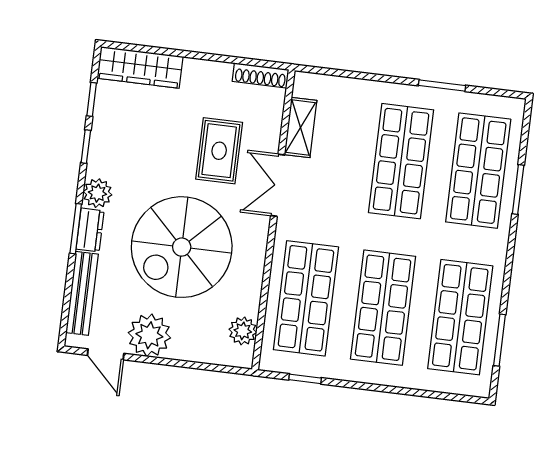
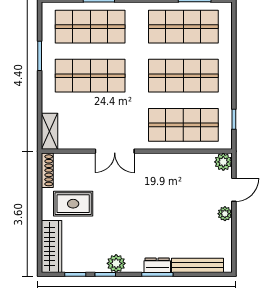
shelving: (301, 128) -> (49, 131), moved, turned 90
rug: (219, 151) -> (73, 204), moved
plant: (97, 193) -> (116, 263), moved
spiral stairs: (182, 247) -> (161, 207), removed
plant: (243, 331) -> (223, 162), moved
plant: (149, 335) -> (225, 214), width x0.53, depth x0.53
door: (106, 354) -> (234, 190), moved

